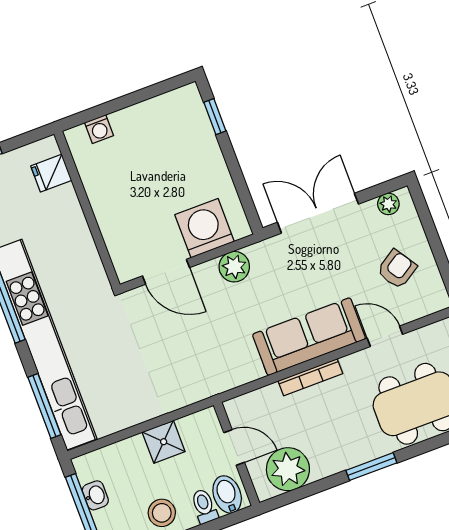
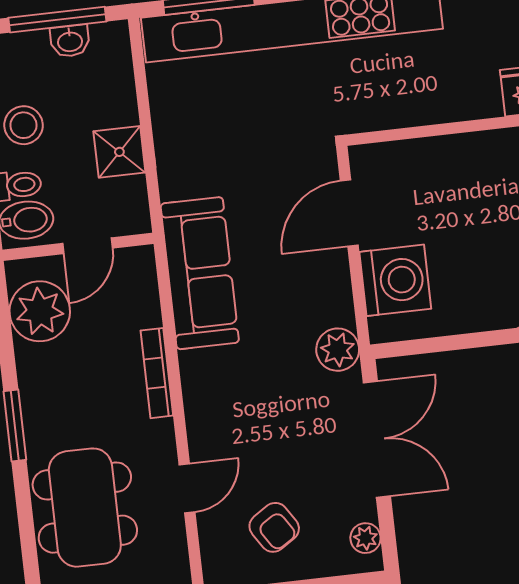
plant: (234, 267) -> (338, 350), moved
sofa: (309, 337) -> (200, 273), moved

